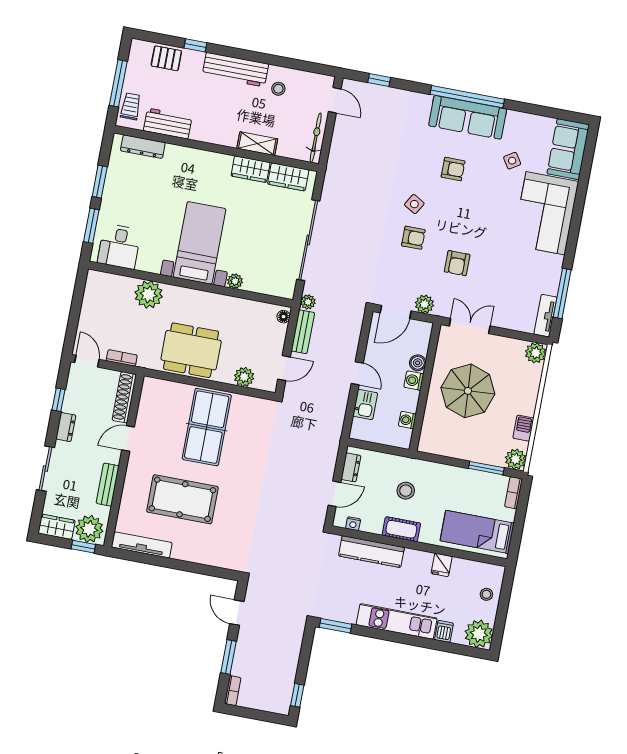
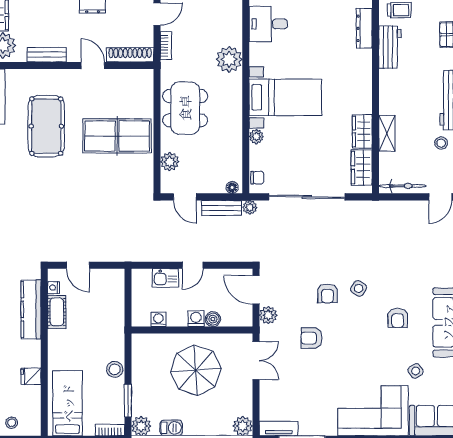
chair: (278, 288) -> (257, 178), added
dresser: (351, 467) -> (105, 276), removed
stool: (406, 491) -> (115, 369), moved
cot: (401, 529) -> (57, 312), moved

